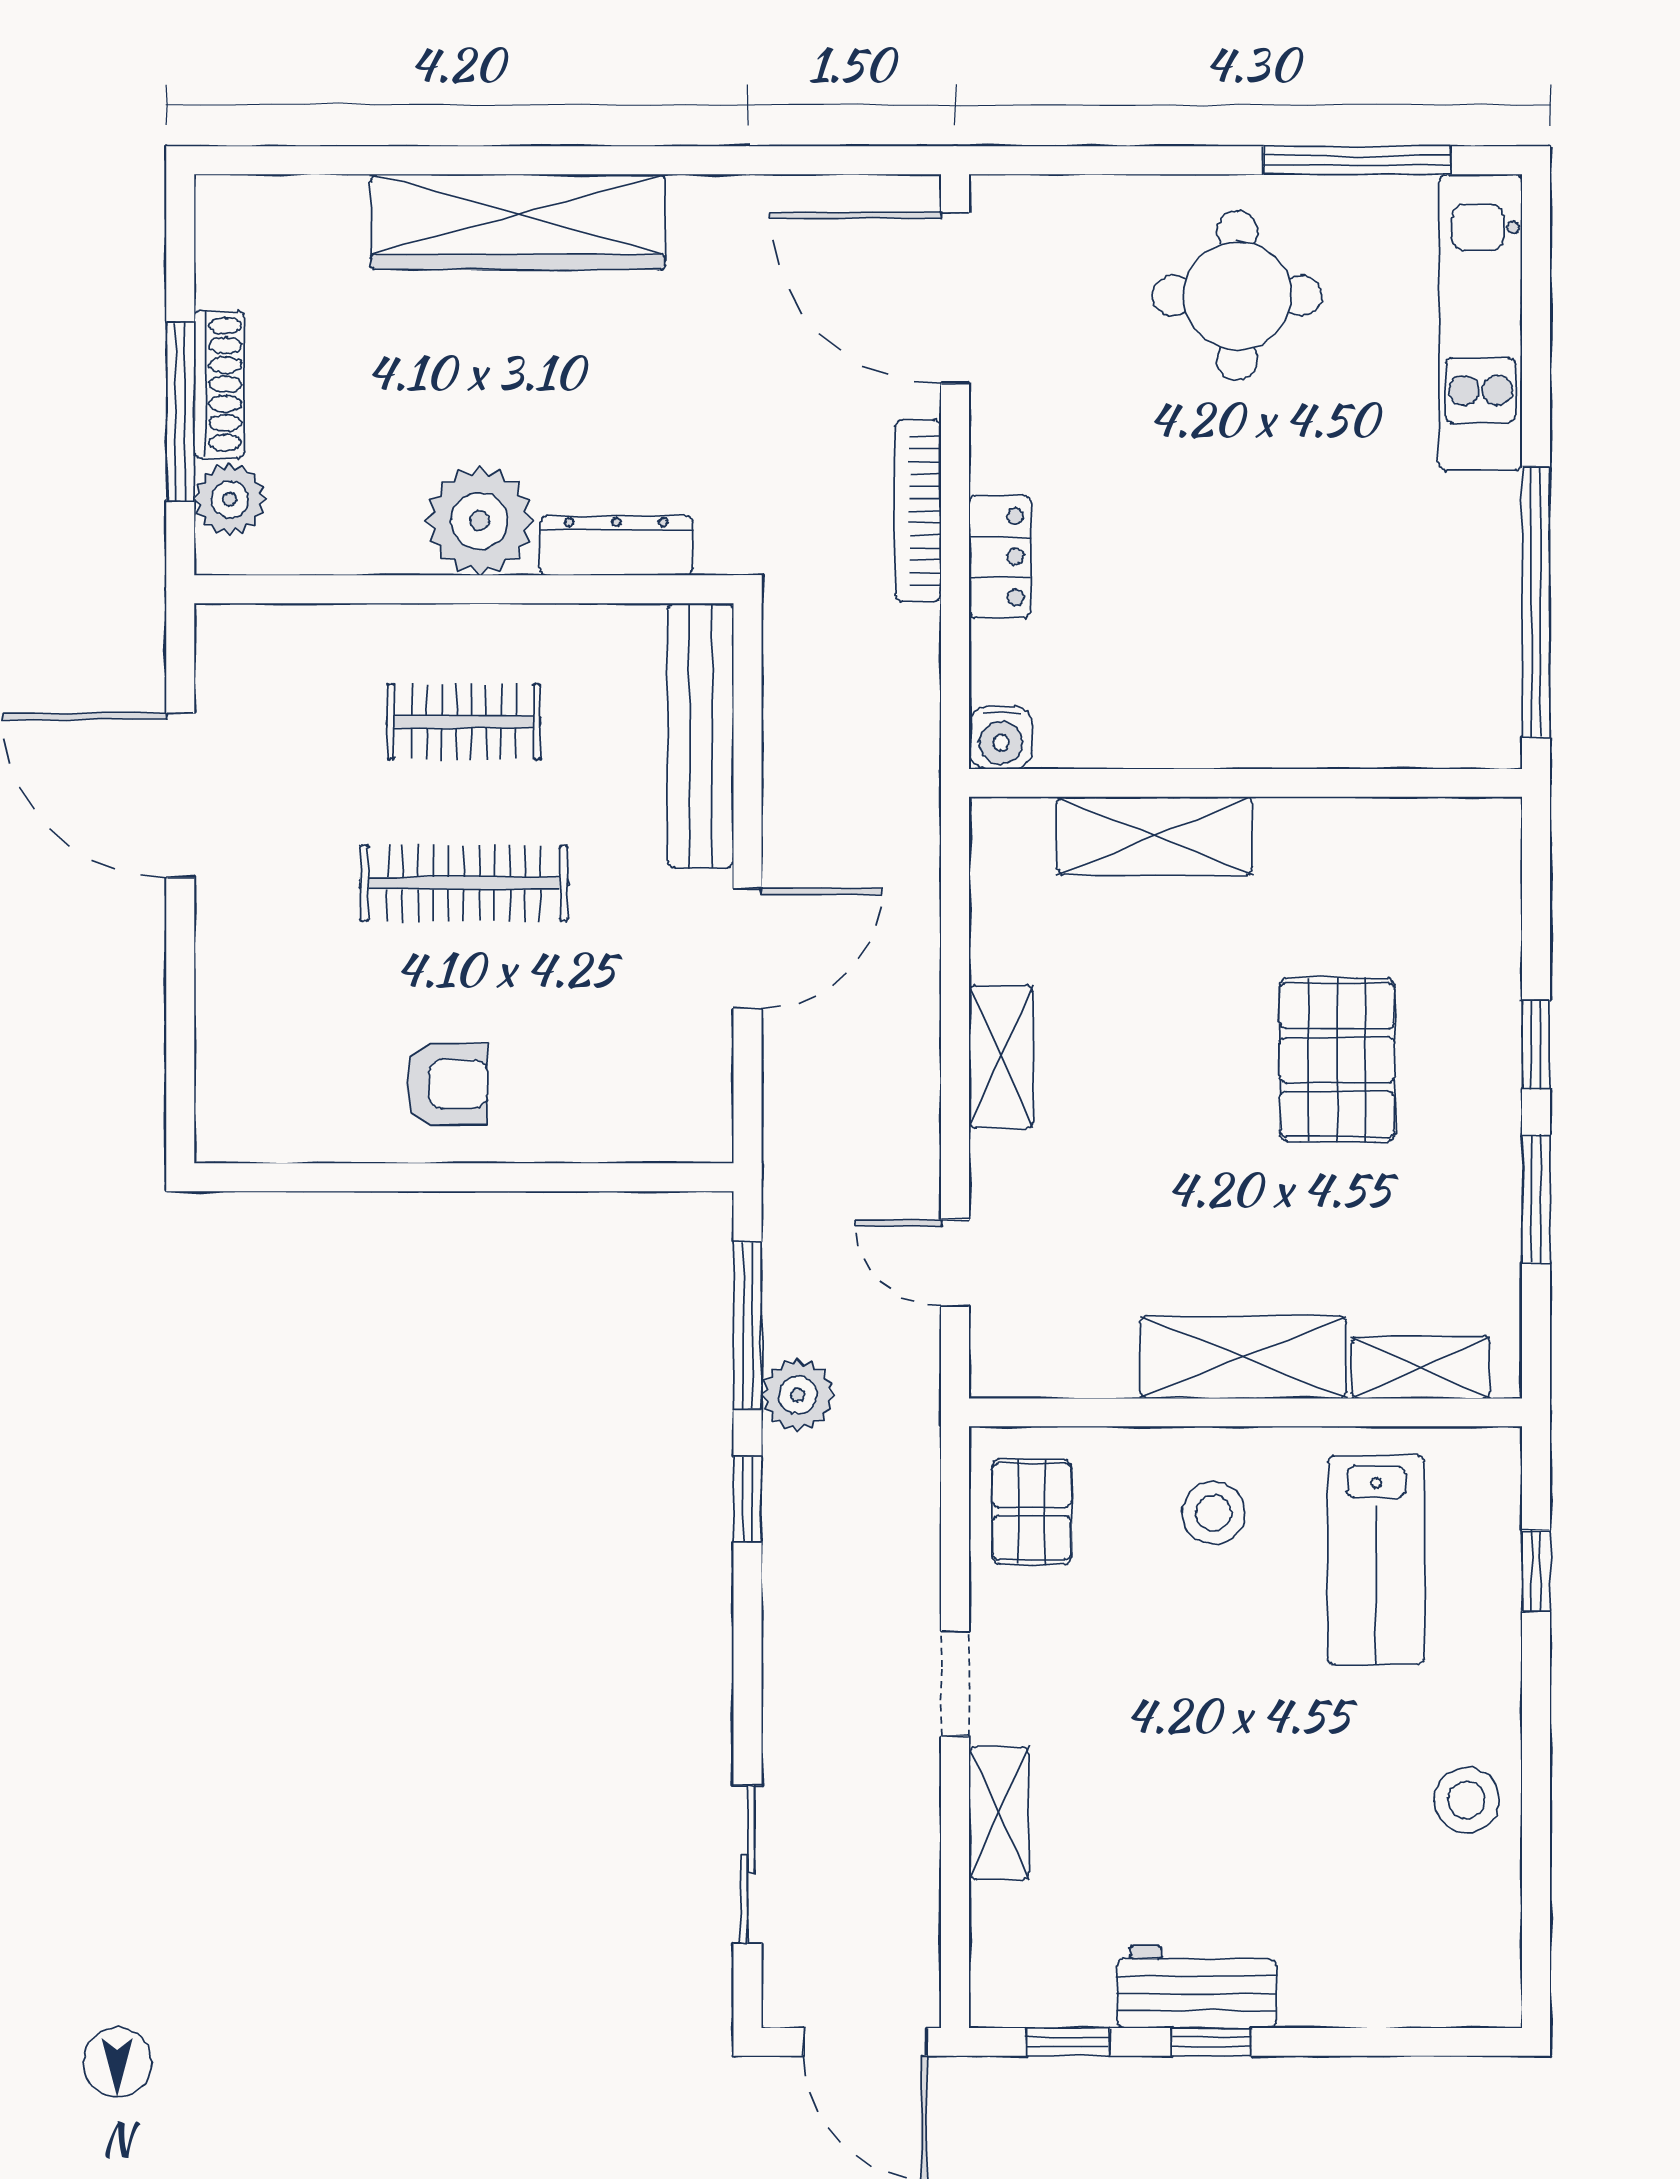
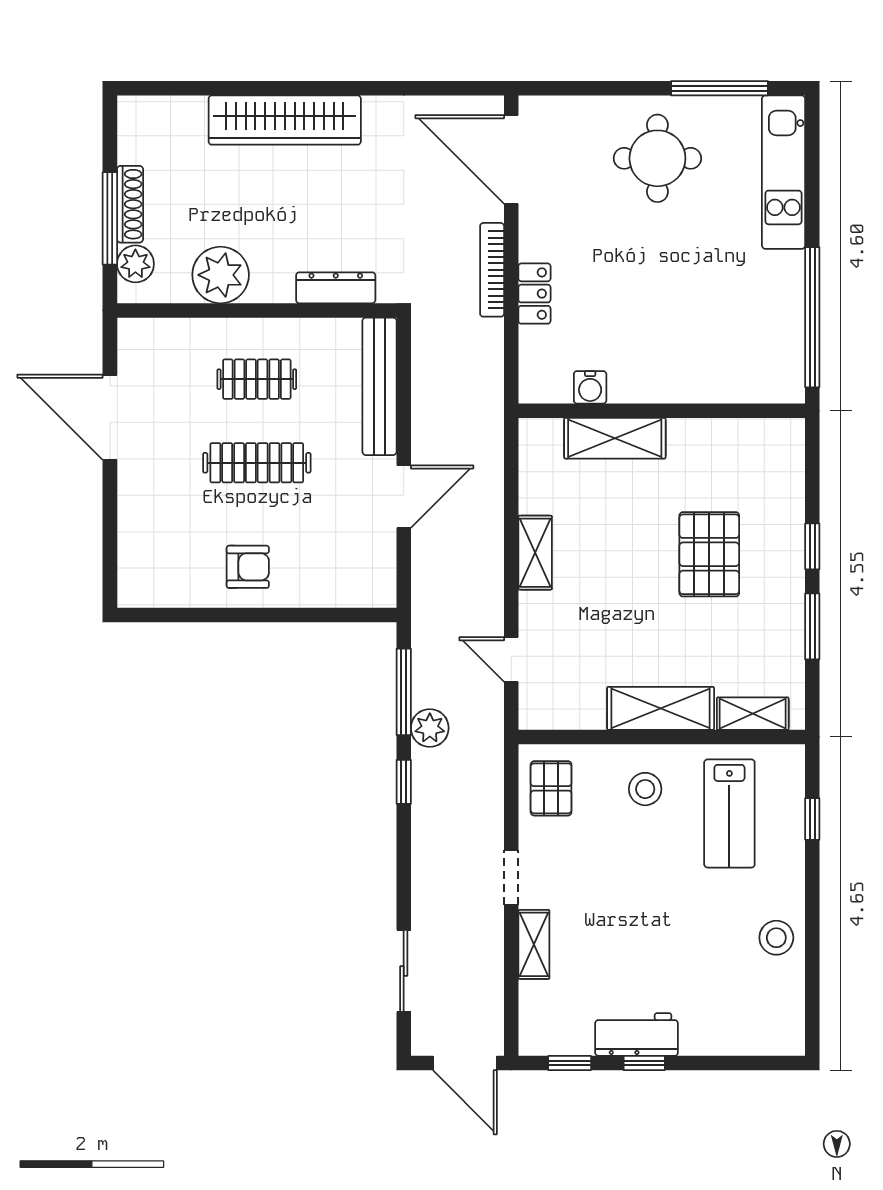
plant: (480, 521) -> (221, 275), moved
water cooler: (1001, 738) -> (590, 387), moved

